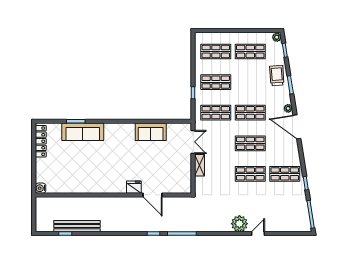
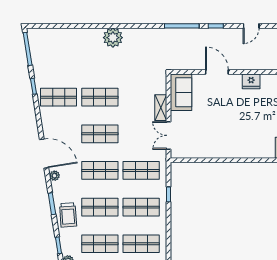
shop shelf: (250, 82) -> (100, 207), added
sofa: (151, 132) -> (181, 92), moved, turned 90
fridge: (134, 187) -> (251, 81), moved
door: (258, 233) -> (251, 26), moved

